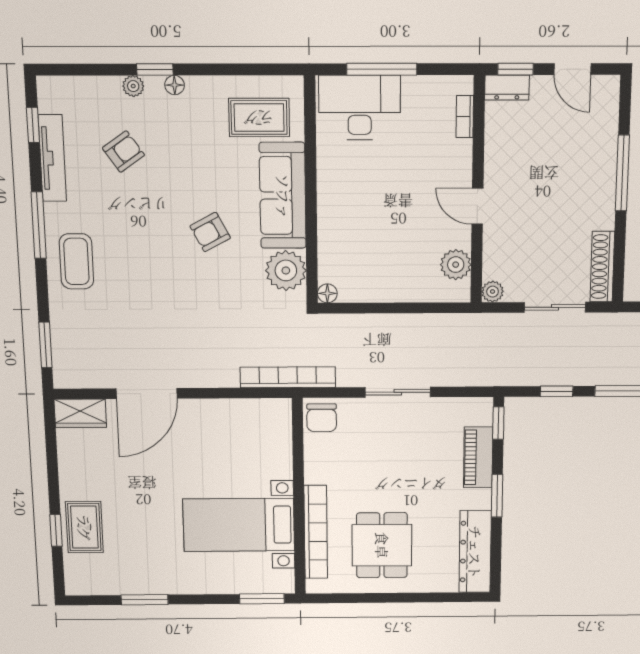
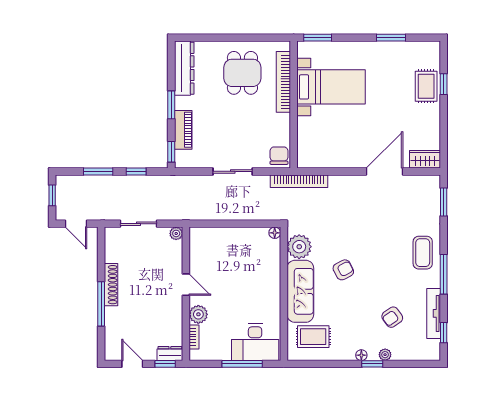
plant: (456, 265) -> (198, 314), moved
shoe rack: (602, 267) -> (111, 285), moved

